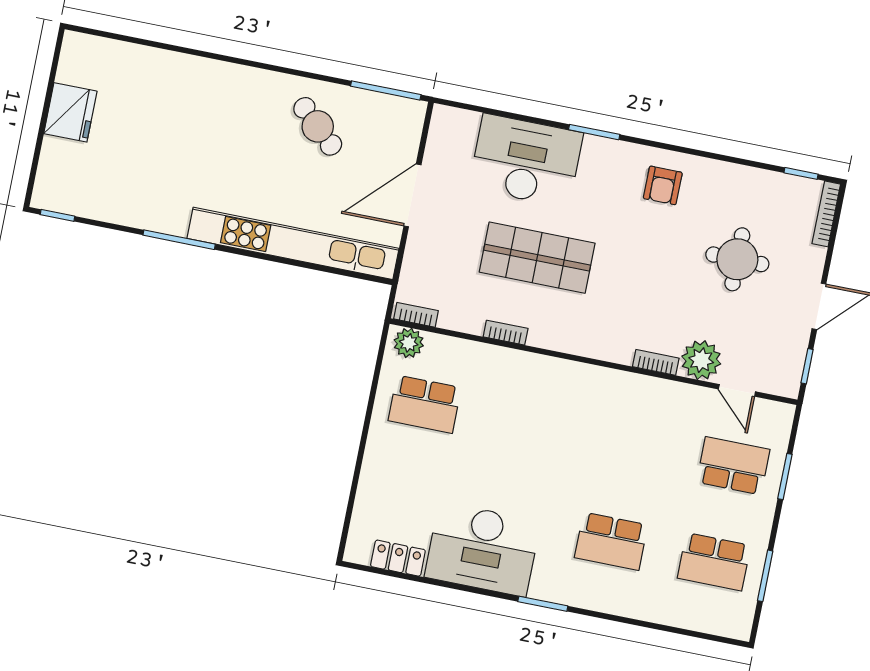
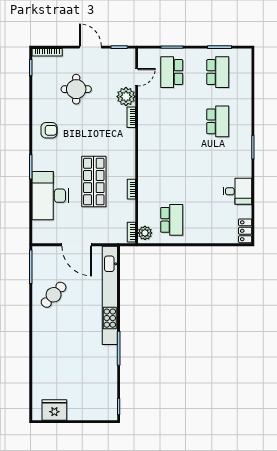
fridge: (70, 112) -> (54, 410), moved
desk: (483, 549) -> (237, 191), width x0.53, depth x0.77
locker: (398, 558) -> (245, 231), moved

